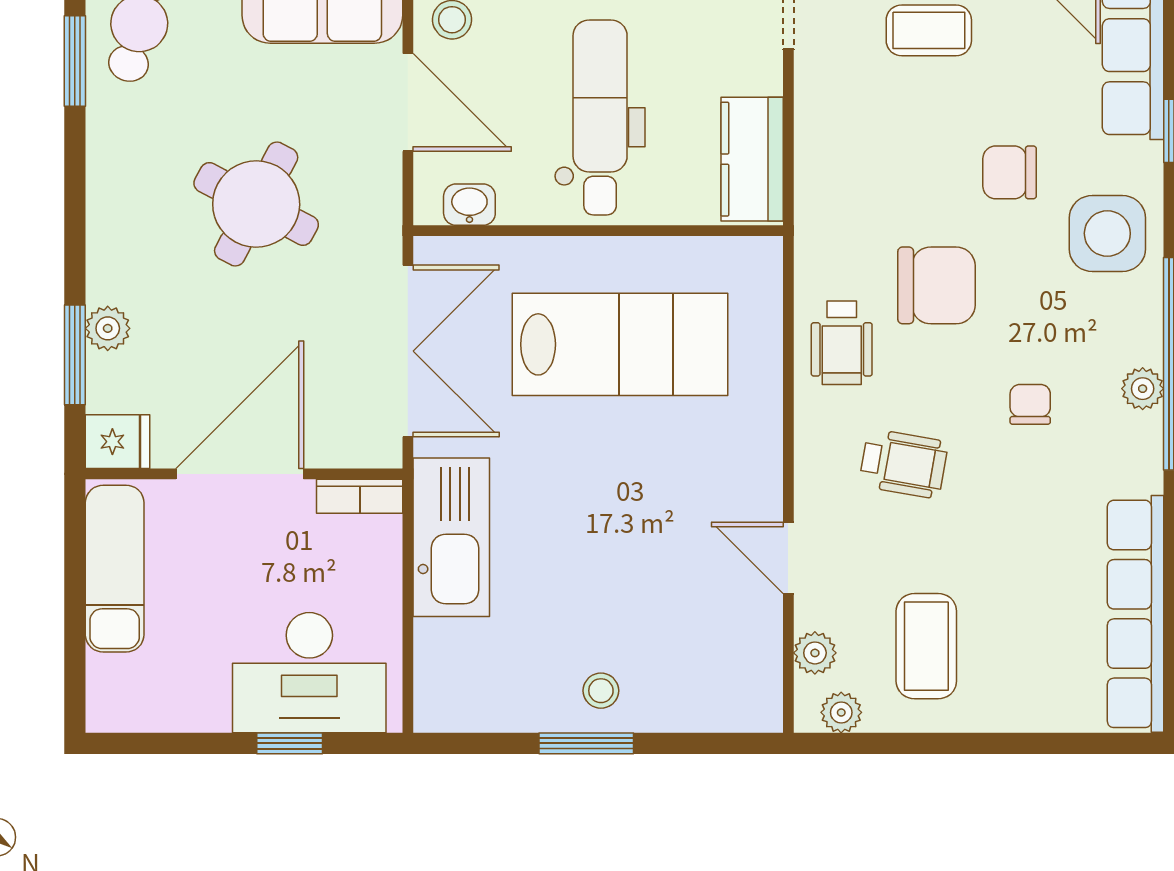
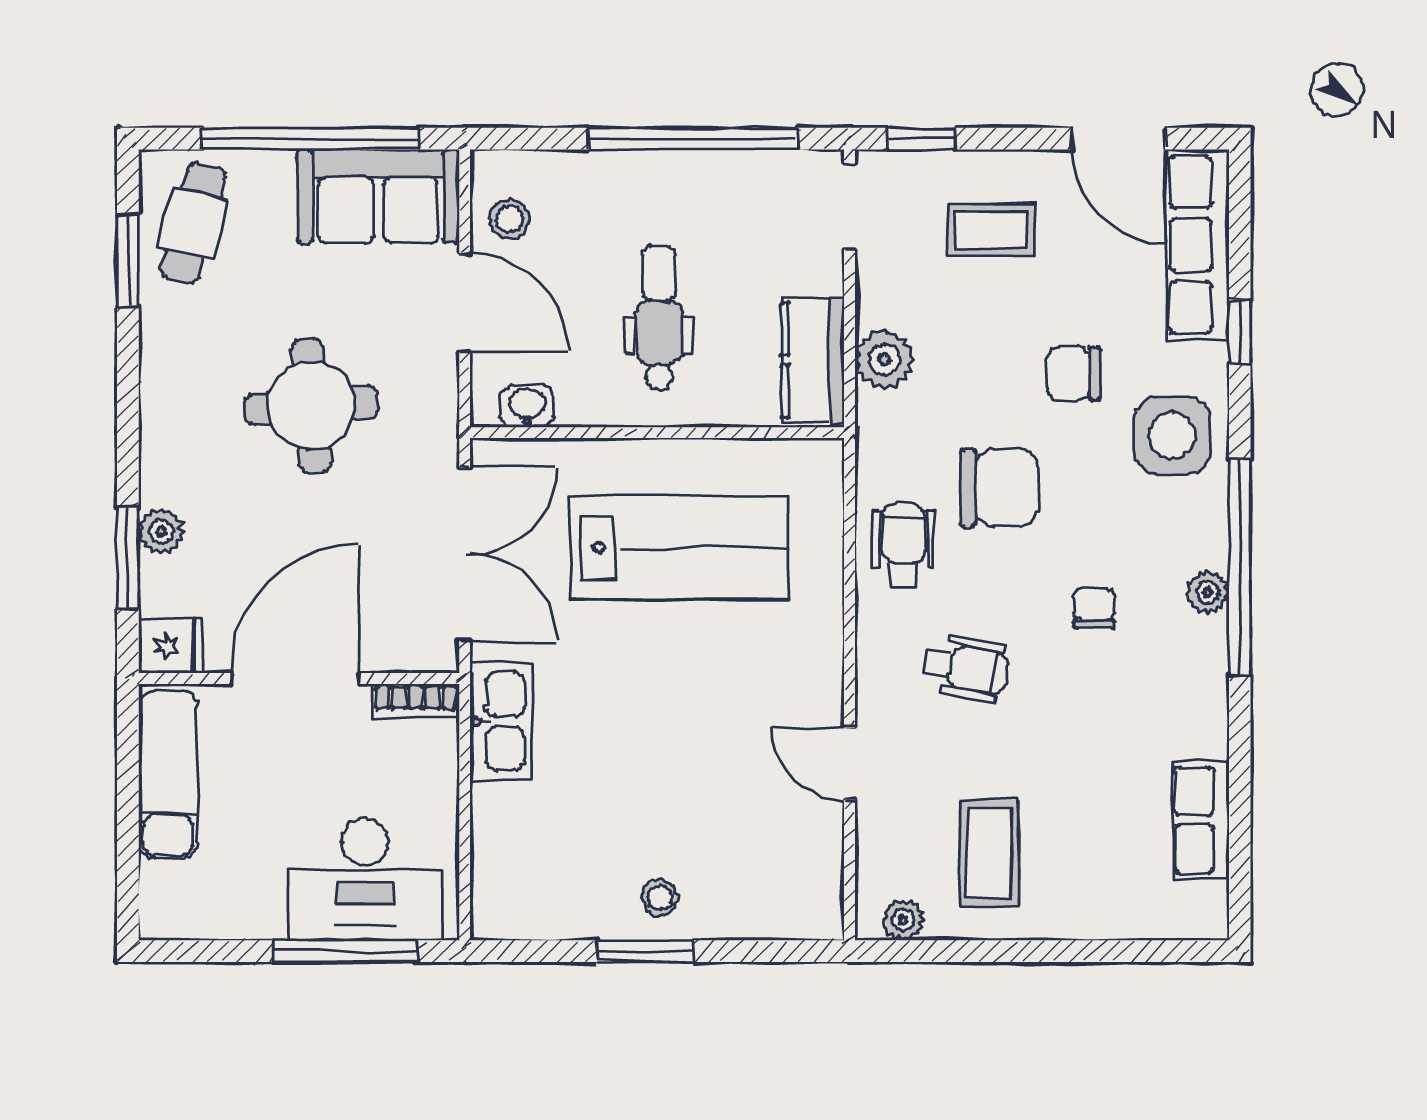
dental chair: (600, 117) -> (659, 318), width x0.73, depth x0.72
round table: (256, 204) -> (311, 406), turned -32
wheelchair: (842, 343) -> (903, 546), turned 180
kitchen sink: (451, 537) -> (501, 721), width x0.73, depth x0.81
row of seats: (1136, 614) -> (1201, 820), width x0.50
plant: (815, 653) -> (884, 360), moved, width x1.38, depth x1.38
window: (290, 743) -> (345, 951), width x2.17

